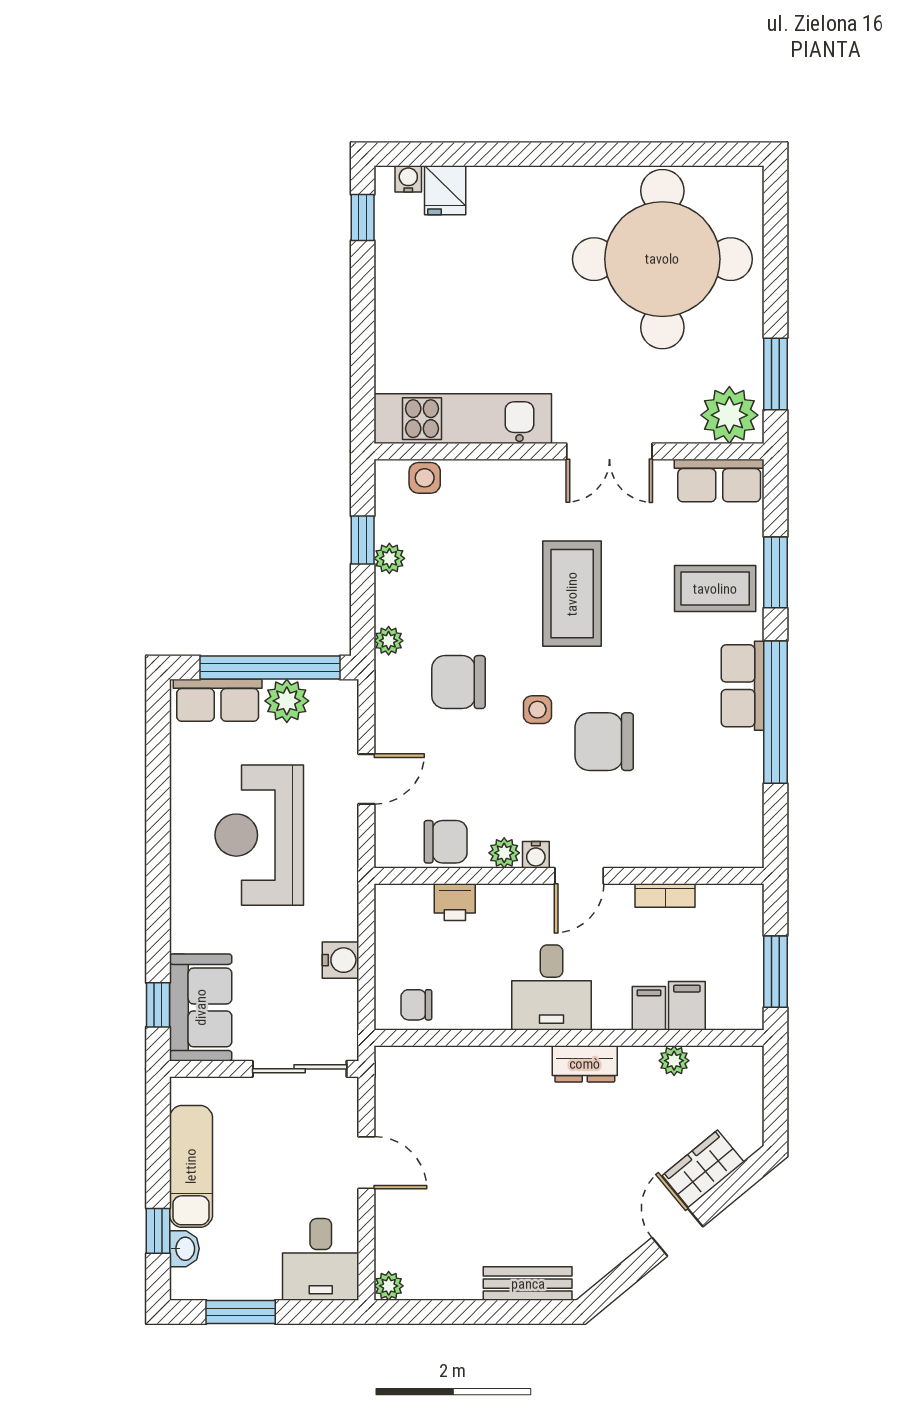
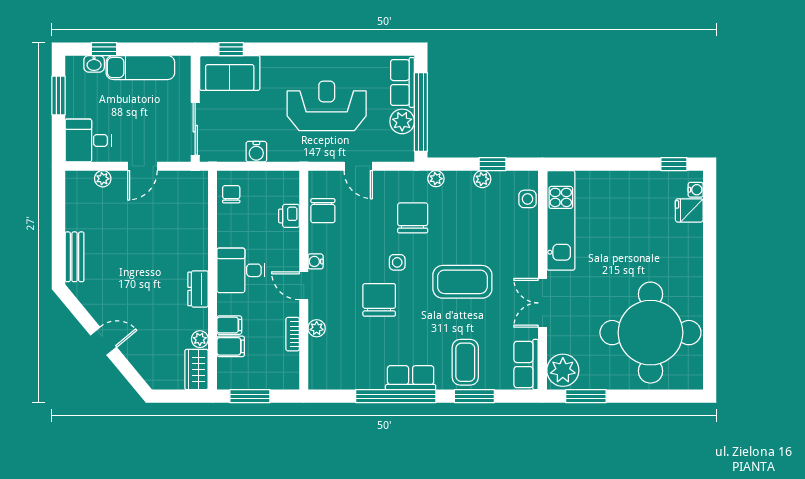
plant: (504, 853) -> (317, 328), moved
wardrobe: (703, 1169) -> (196, 369), moved, turned -140
plant: (389, 1286) -> (103, 179), moved

